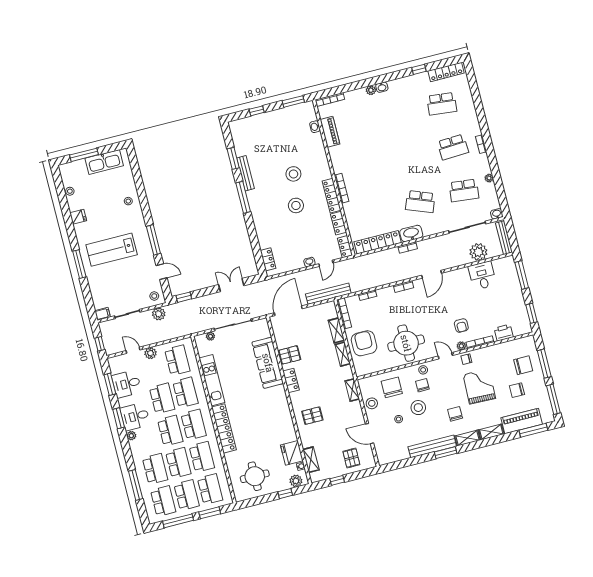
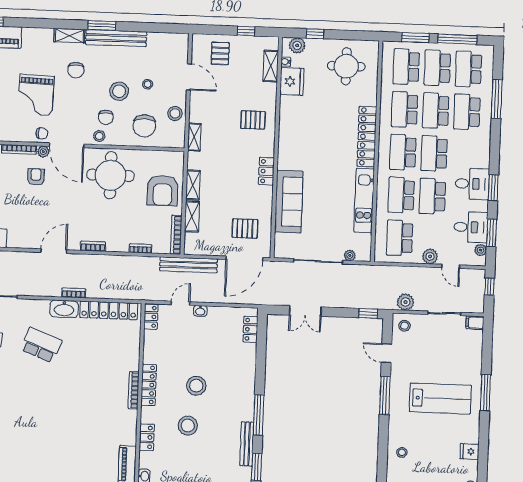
locker: (339, 223) -> (147, 437), moved
pallet: (290, 355) -> (245, 229), moved
door: (445, 356) -> (67, 145), width x1.88
shelving: (491, 432) -> (38, 34), removed
plant: (131, 436) -> (480, 250), moved

